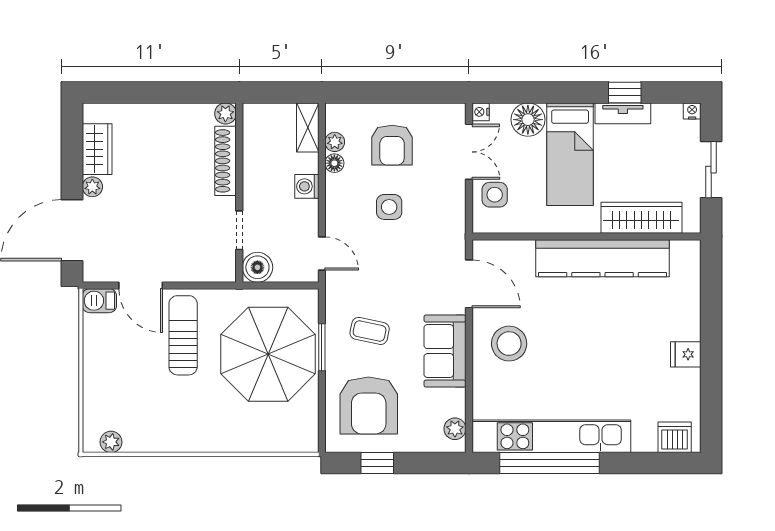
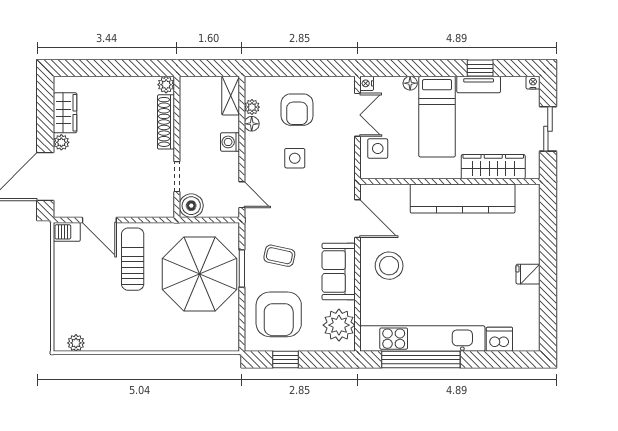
floor lamp: (528, 120) -> (410, 83), width x0.53, depth x0.53
plant: (455, 429) -> (339, 325), width x1.88, depth x1.88
dishwasher: (675, 437) -> (499, 339), moved

